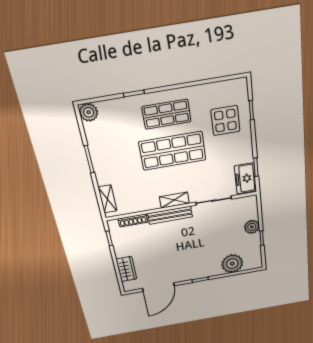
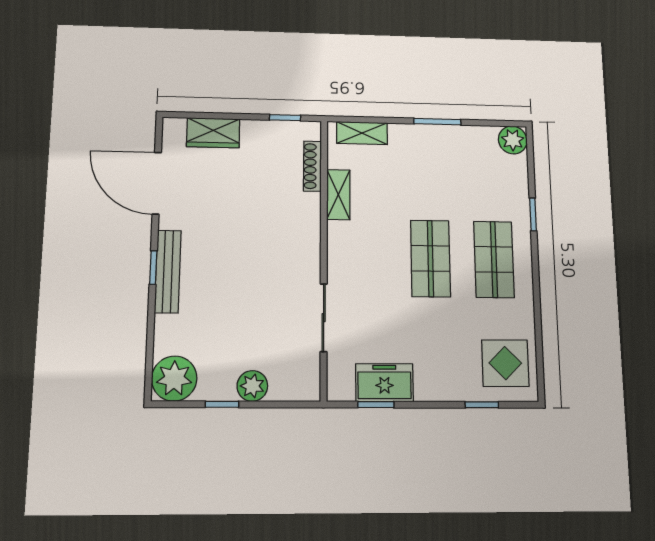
display table: (225, 121) -> (505, 363), moved
shop shelf: (172, 151) -> (430, 258), width x0.70, depth x0.74
freezer: (245, 178) -> (384, 383), moved
shelving: (174, 200) -> (338, 195), moved
bench: (170, 215) -> (168, 271), moved
plant: (232, 264) -> (174, 379), moved

